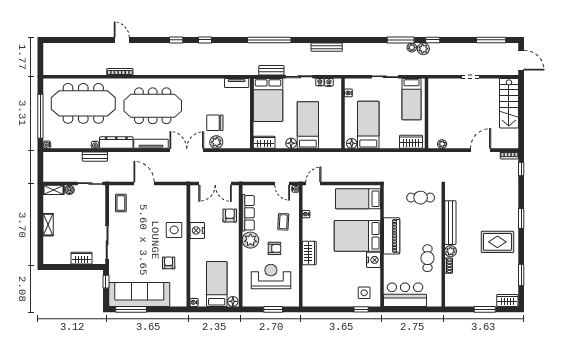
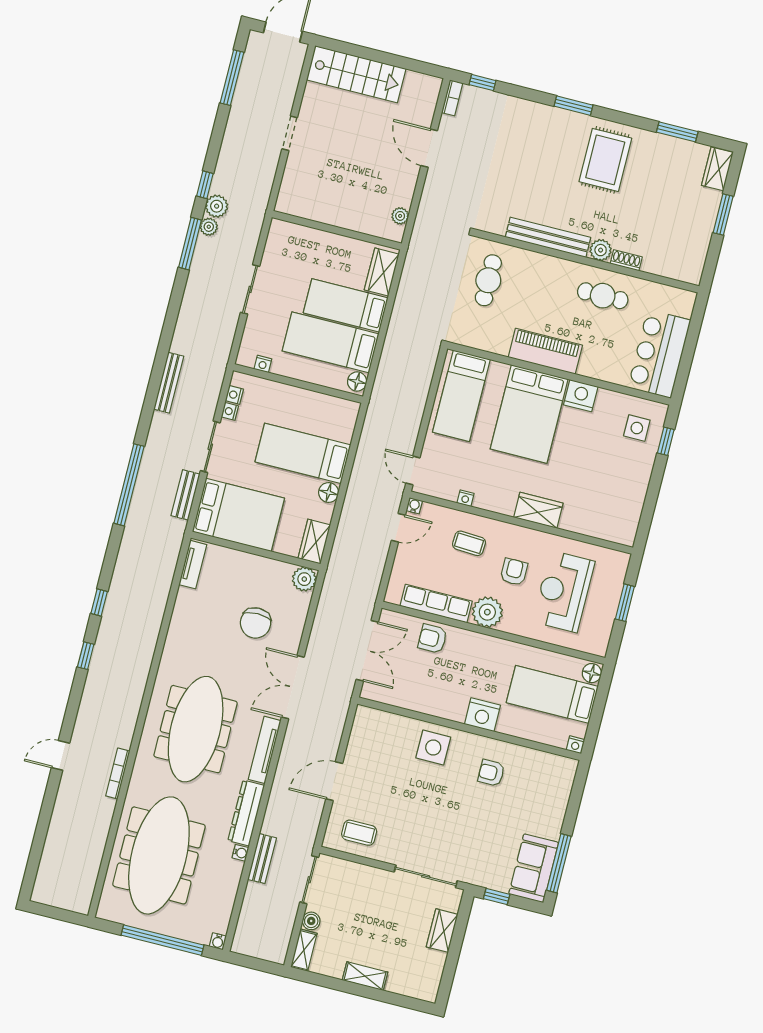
bed: (412, 99) -> (346, 305), moved, turned 180
plant: (216, 142) -> (304, 579), moved
nightstand: (197, 230) -> (482, 715), moved
sofa: (139, 294) -> (534, 868), width x0.54, depth x0.79

